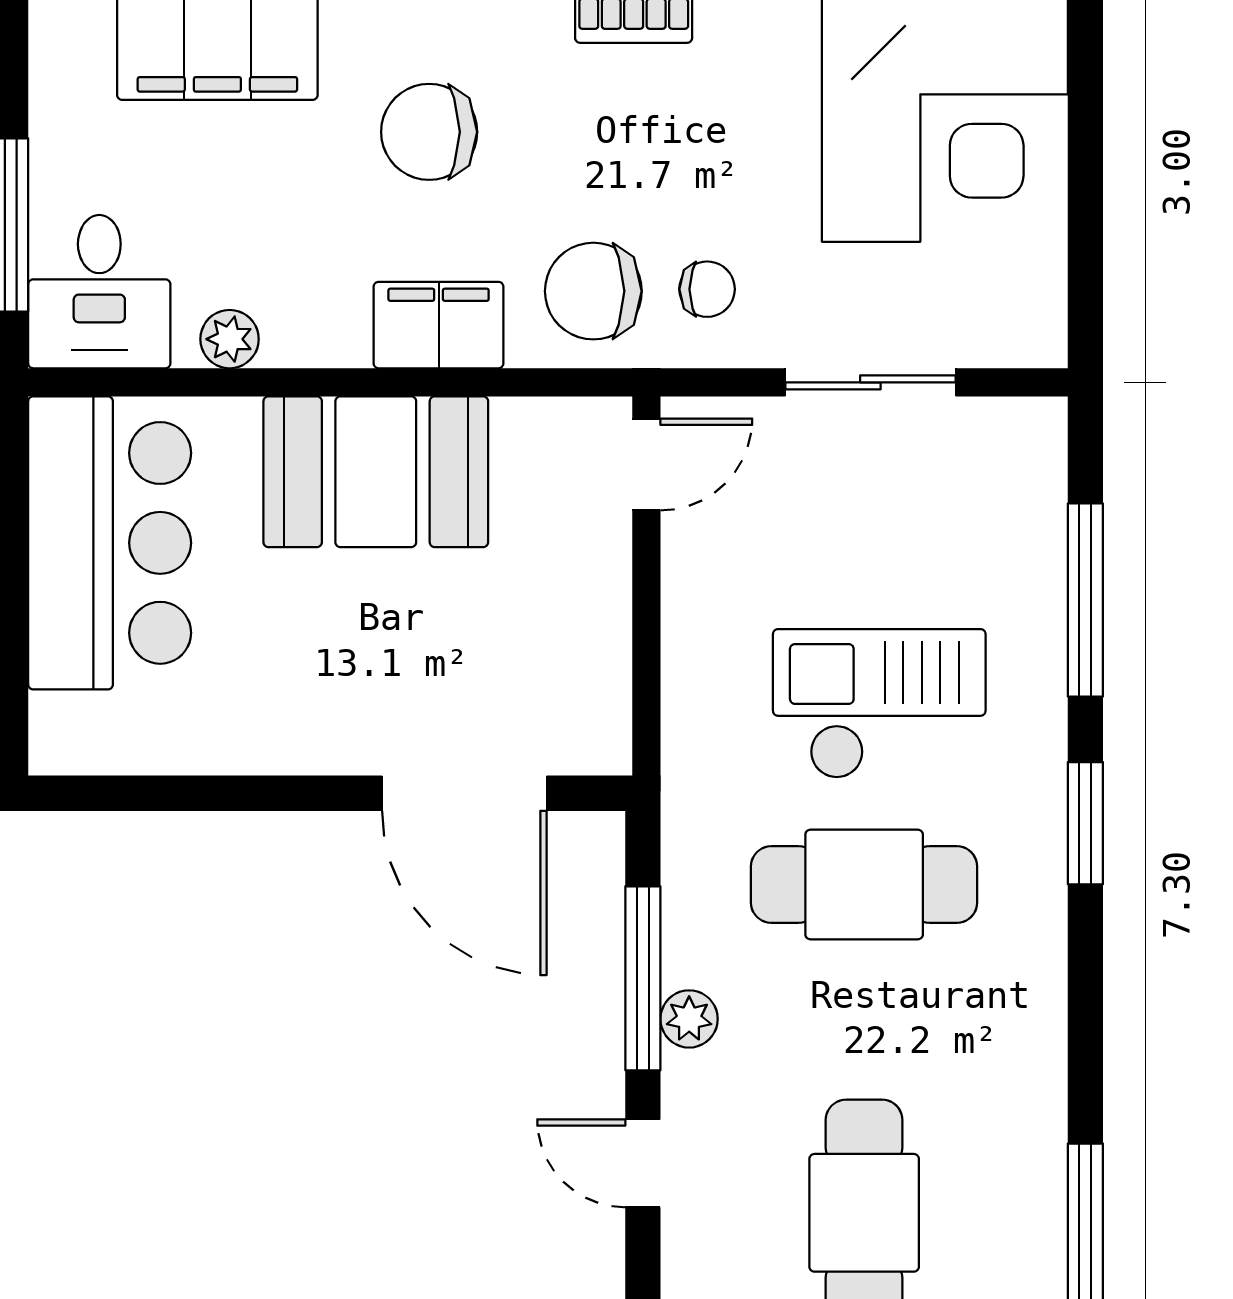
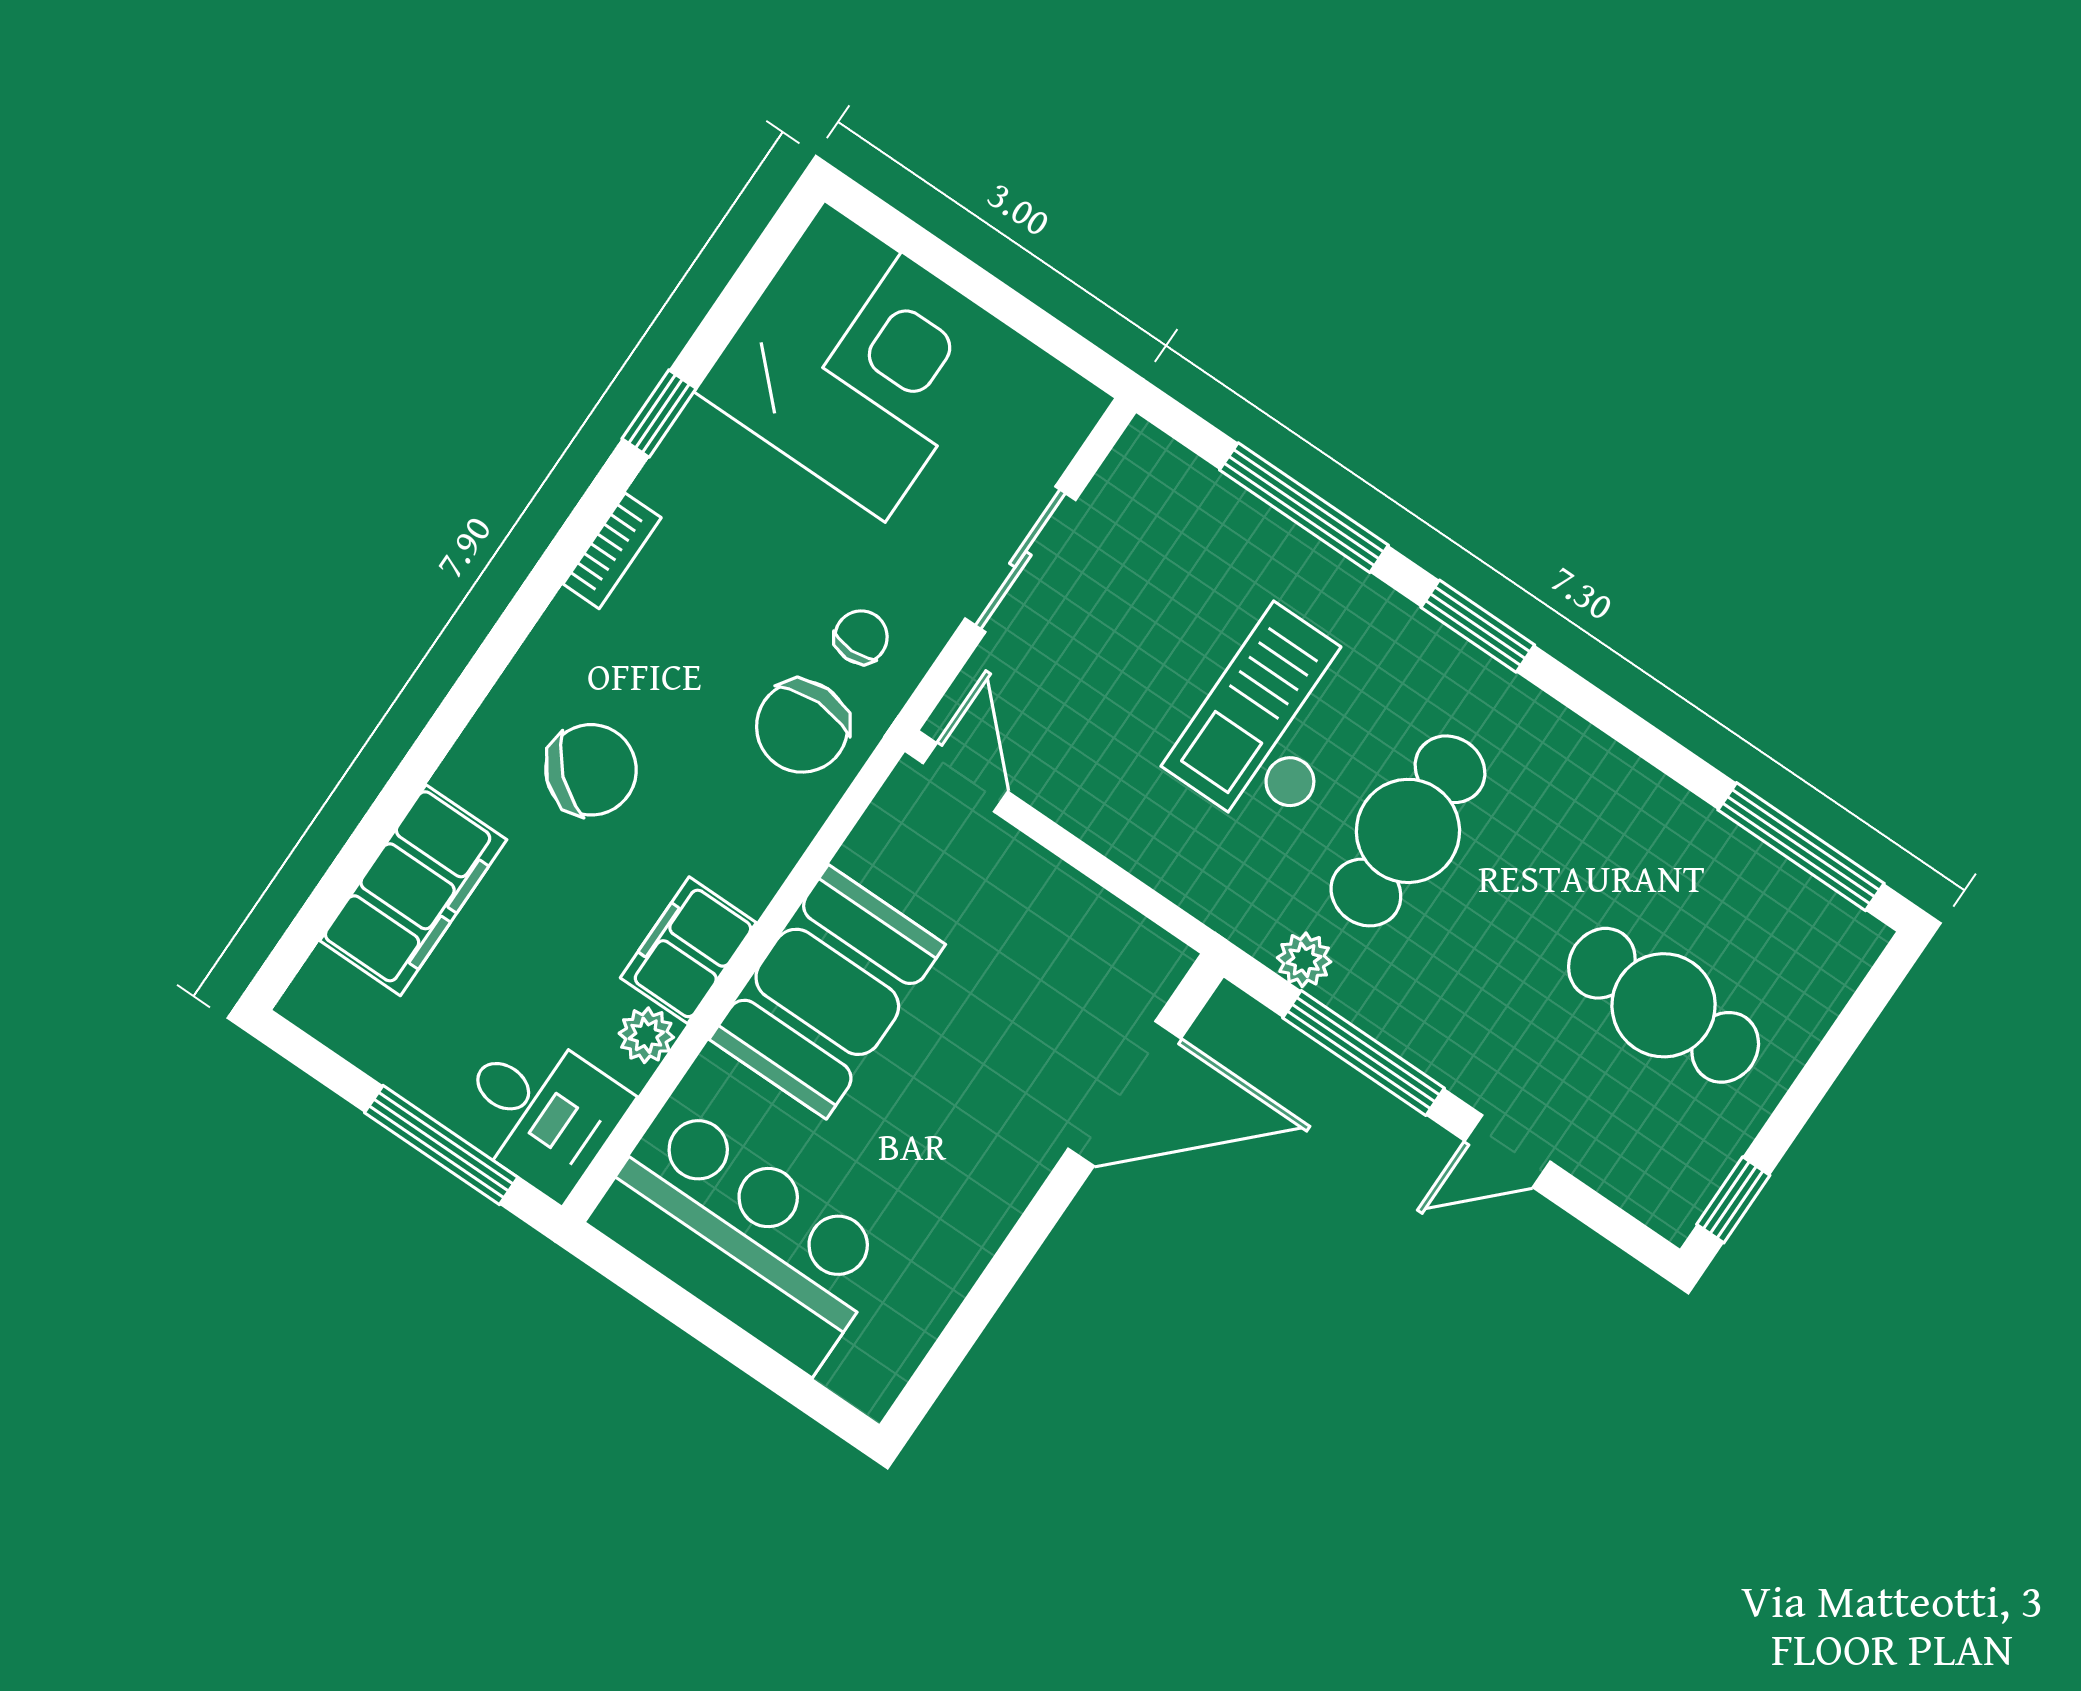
chair: (429, 132) -> (591, 770), turned -138
filing cabinet: (439, 325) -> (688, 950), moved
plant: (689, 1019) -> (1304, 960), moved

